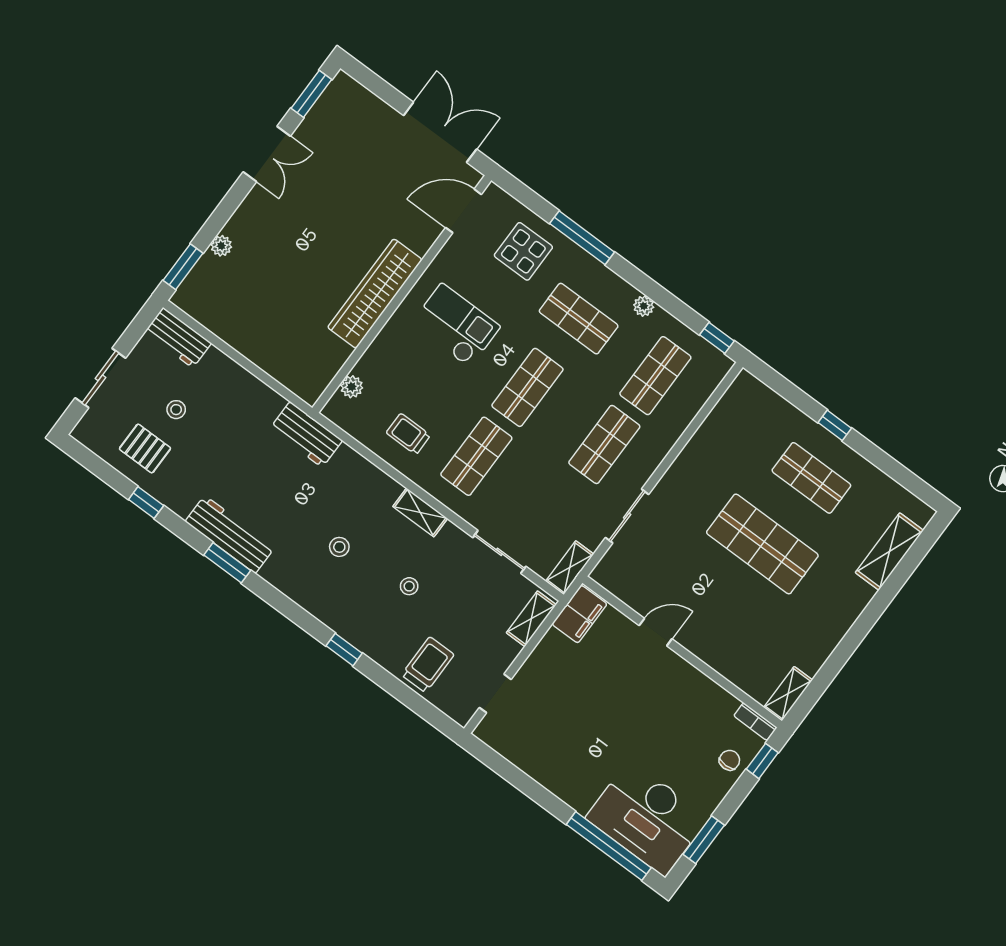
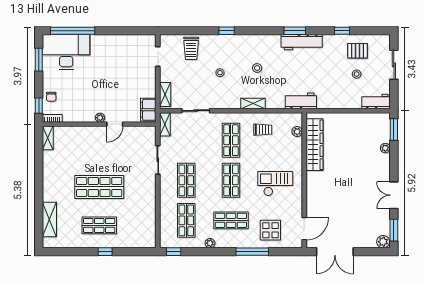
plant: (344, 88) -> (383, 242), added
wardrobe: (375, 294) -> (314, 145), moved
checkout: (456, 325) -> (275, 184), turned 180
shelving: (420, 512) -> (253, 103), moved
plant: (673, 662) -> (100, 118), added

